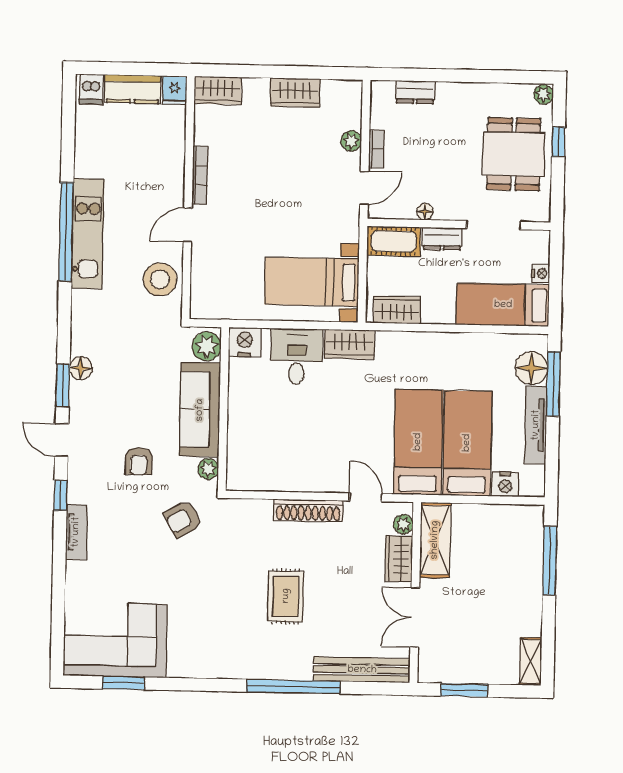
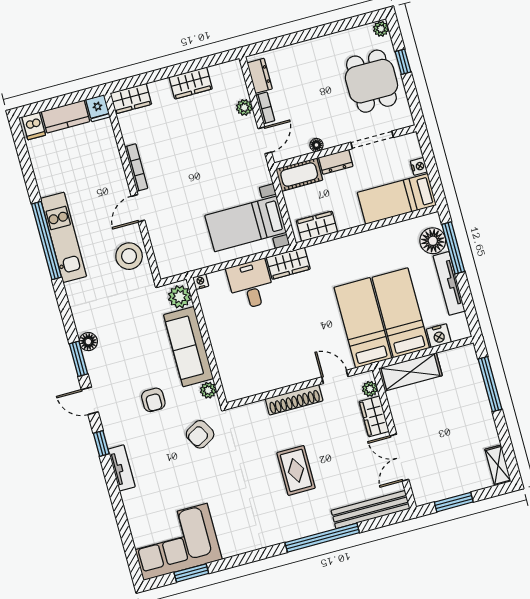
dresser: (415, 92) -> (260, 76), moved, turned -90
nightstand: (245, 342) -> (201, 282), width x0.53, depth x0.56
shelving: (435, 540) -> (410, 372), moved, turned 90

